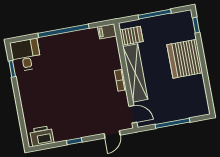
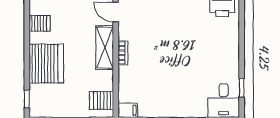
shelving: (135, 73) -> (105, 48), width x0.68
server rack: (197, 92) -> (40, 23), added

